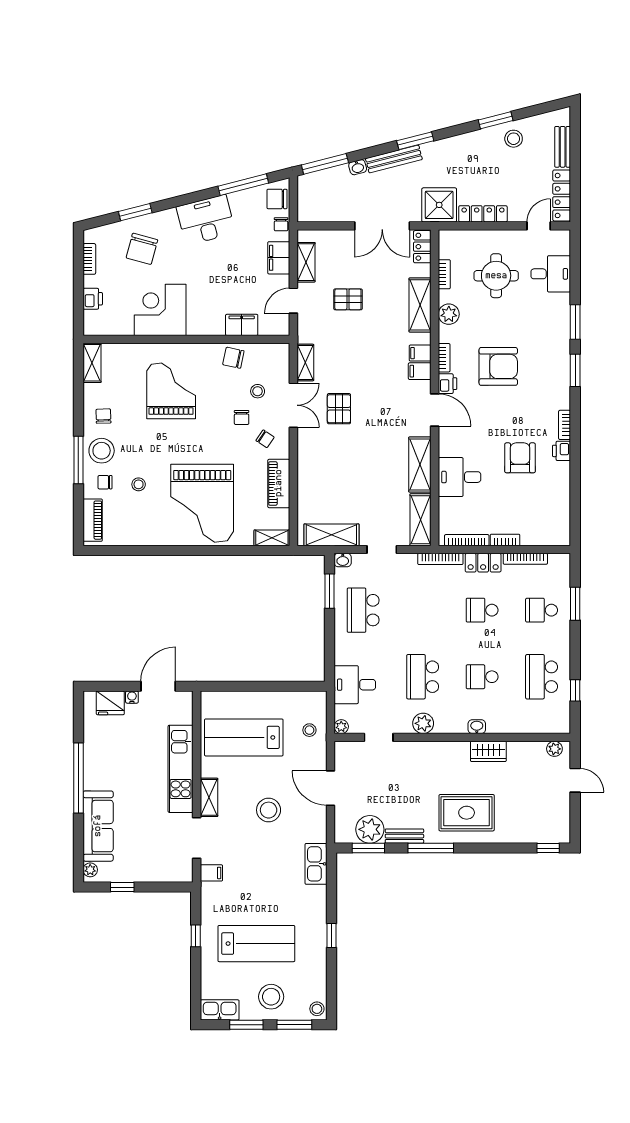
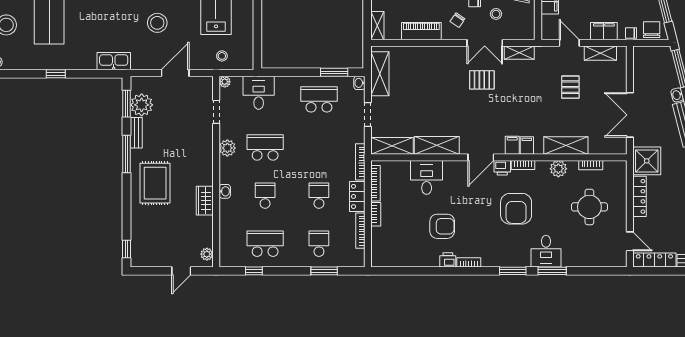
locker: (422, 247) -> (613, 147), removed
desk: (551, 274) -> (546, 251), moved

